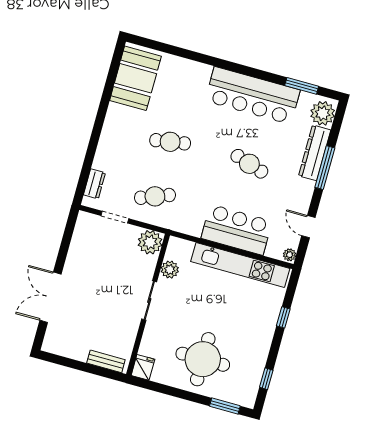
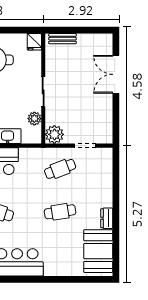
dresser: (94, 184) -> (107, 218), moved
double door: (51, 297) -> (116, 74), swing flipped

